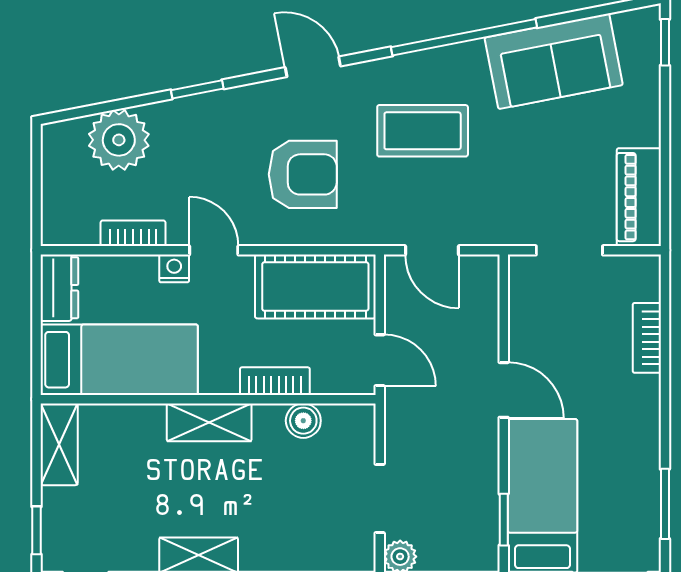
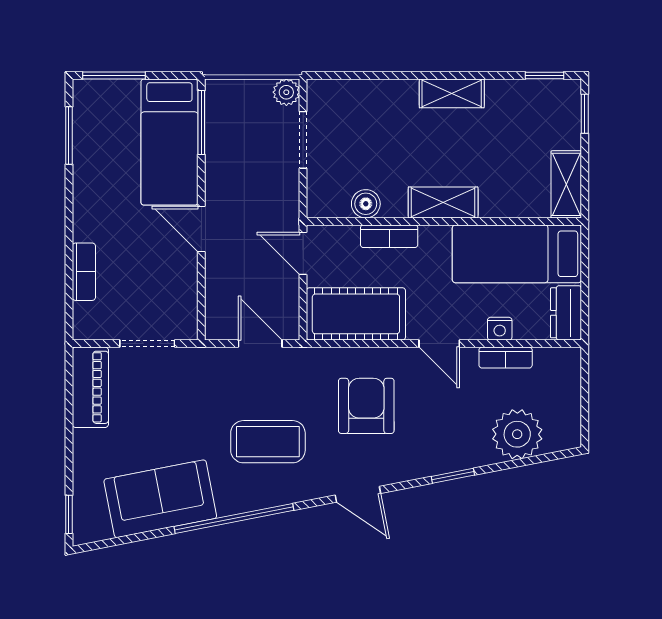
armchair: (303, 174) -> (366, 406), turned 90
nightstand: (174, 268) -> (500, 329), moved
window: (504, 520) -> (201, 123), width x1.50

